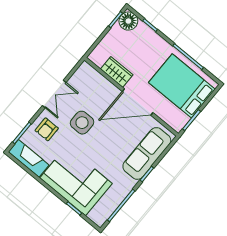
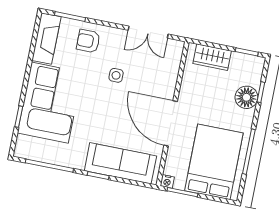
floor lamp: (128, 21) -> (246, 97), moved
wardrobe: (117, 72) -> (212, 57), moved, turned 90
double door: (54, 94) -> (148, 32), moved
side table: (82, 123) -> (116, 75), width x0.54, depth x0.54
nightstand: (178, 127) -> (167, 181), added

